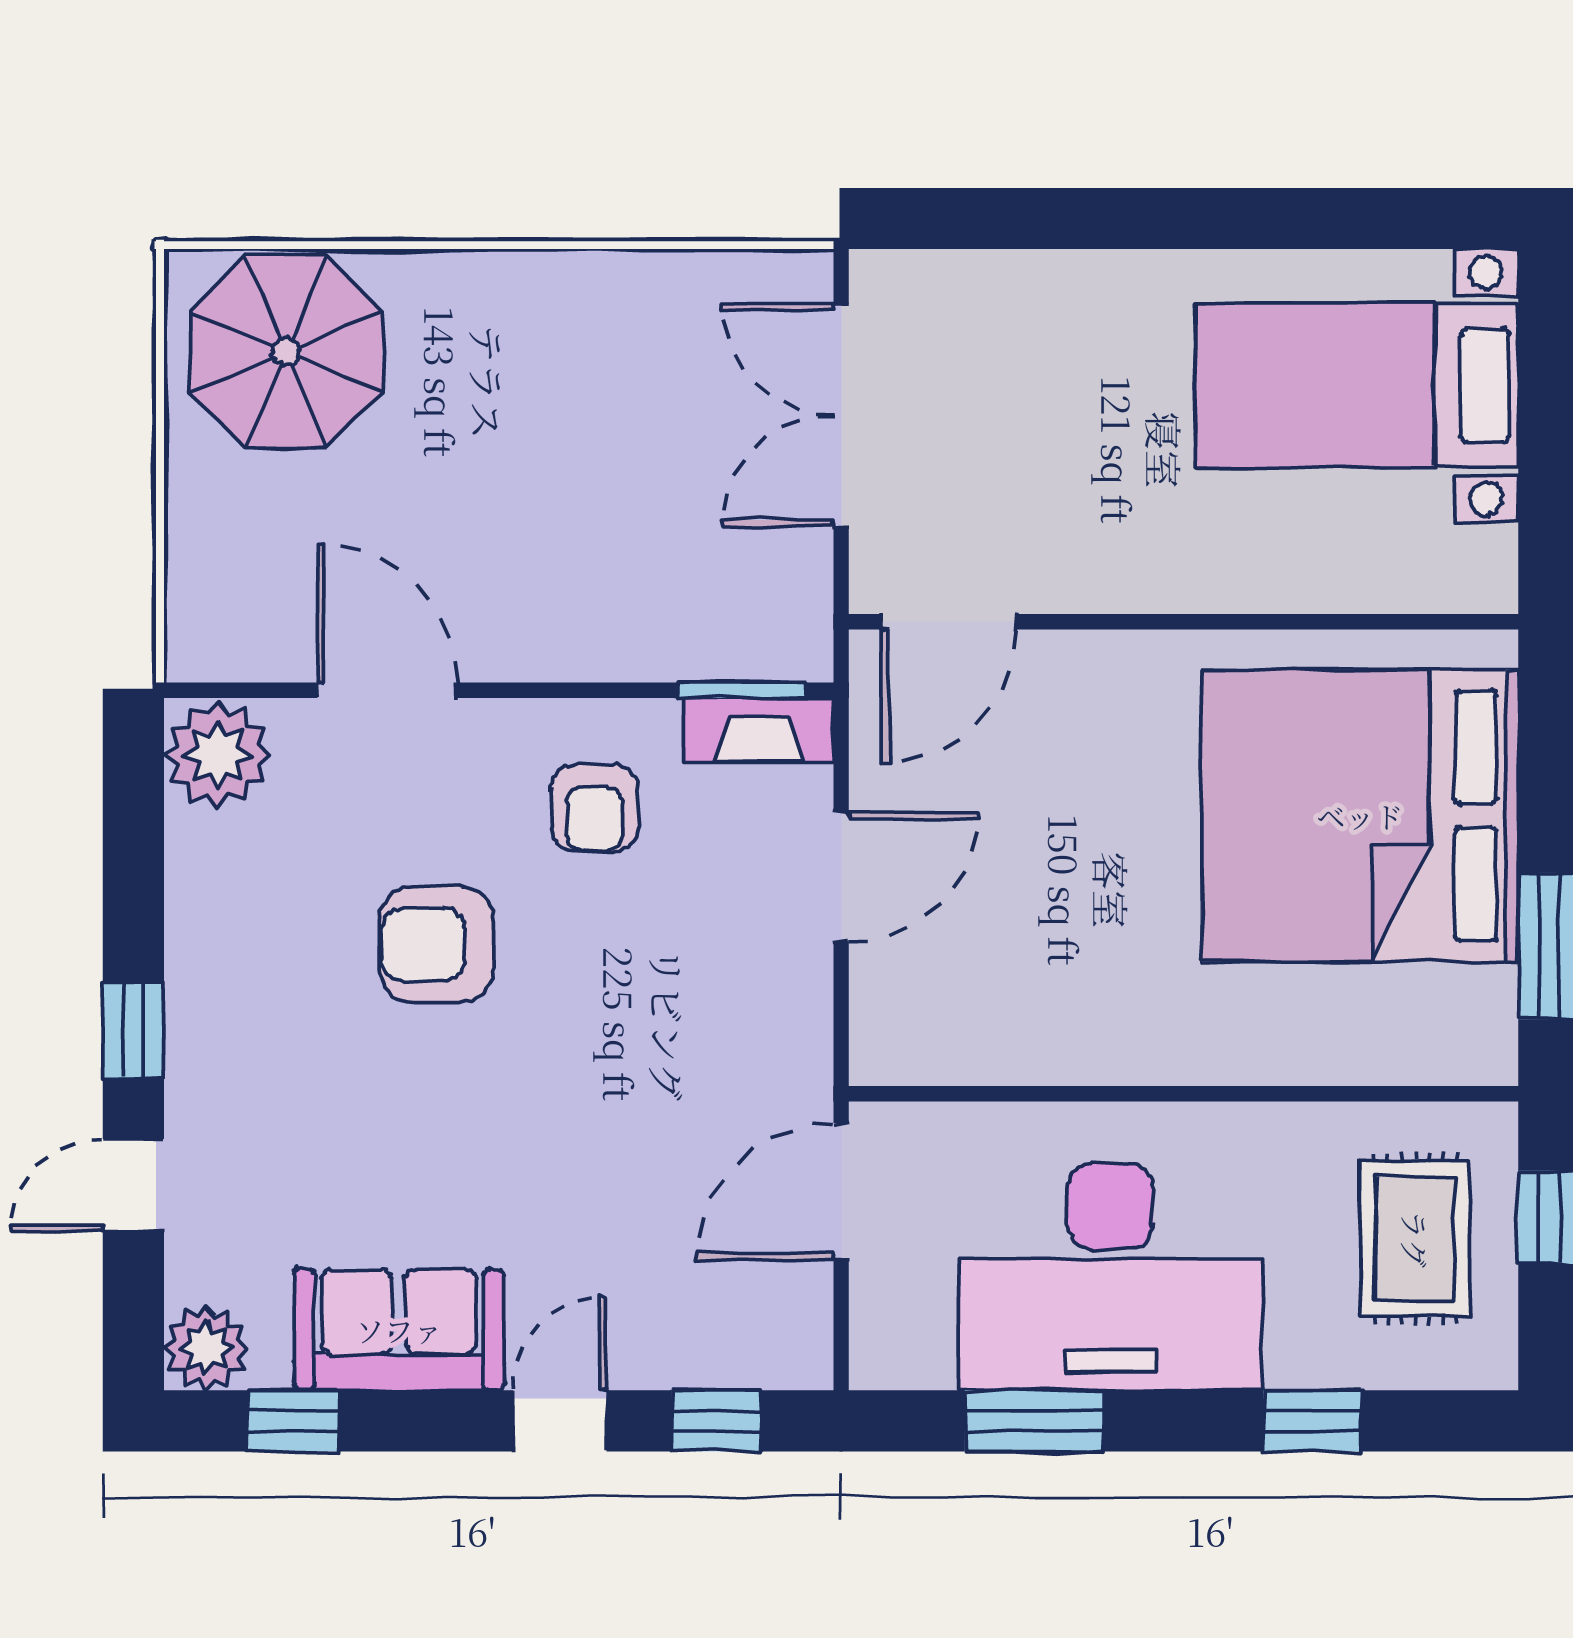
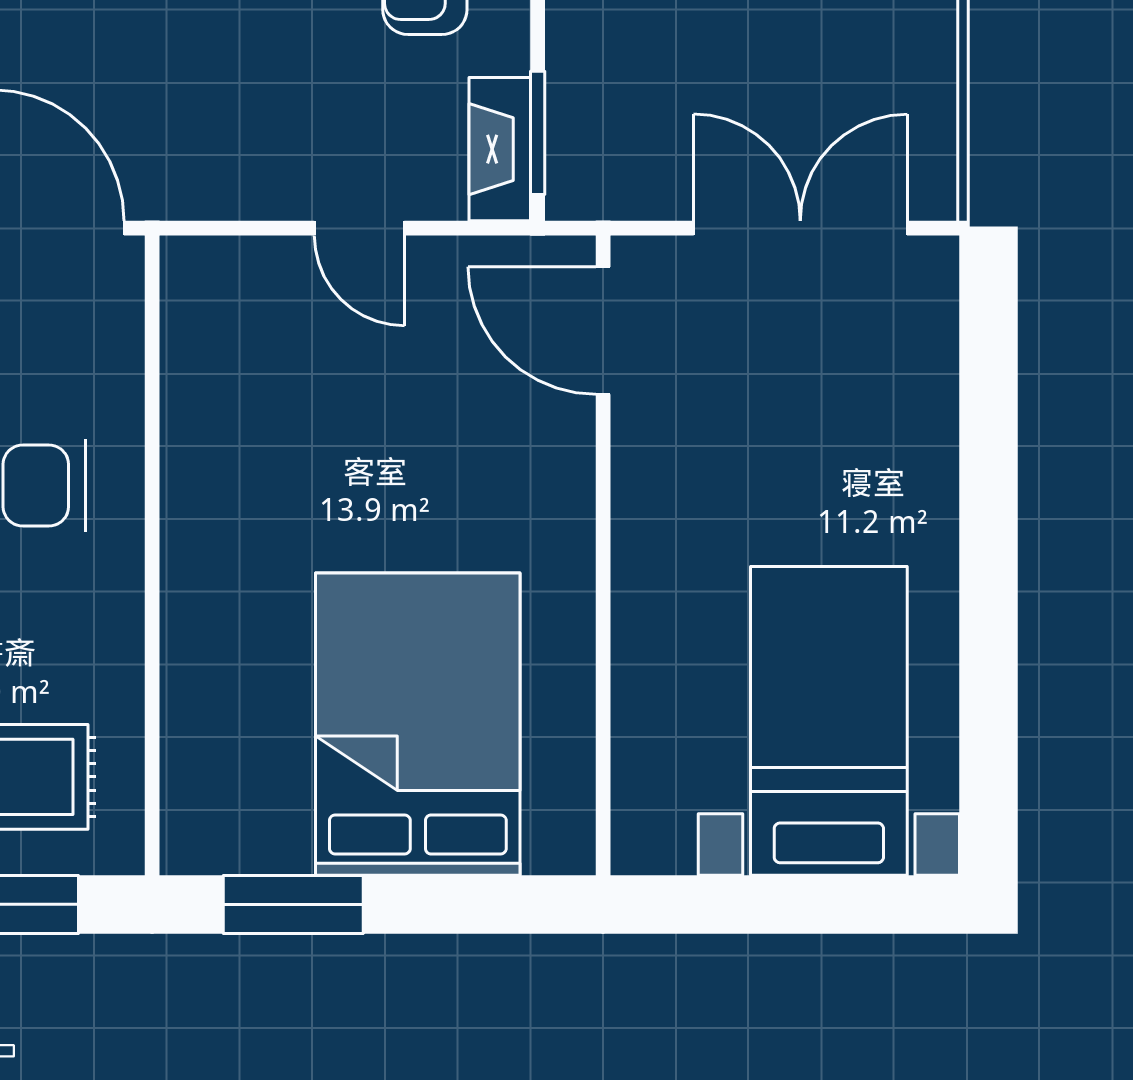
bed: (1360, 816) -> (418, 724), width x0.73
door: (841, 877) -> (359, 228), width x0.73

